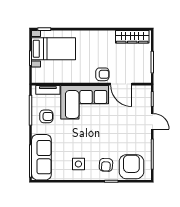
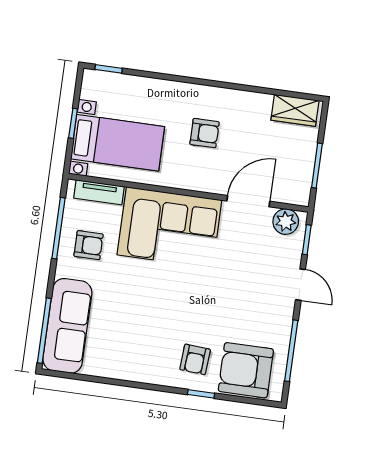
wardrobe: (132, 37) -> (295, 110), width x0.67
bed with nightstands: (54, 49) -> (118, 143), moved
armchair: (102, 74) -> (205, 133), moved
door: (121, 84) -> (248, 201), swing flipped
plant: (141, 92) -> (286, 222), added
side table: (78, 164) -> (140, 350), removed
armchair: (131, 167) -> (246, 370), turned -90

